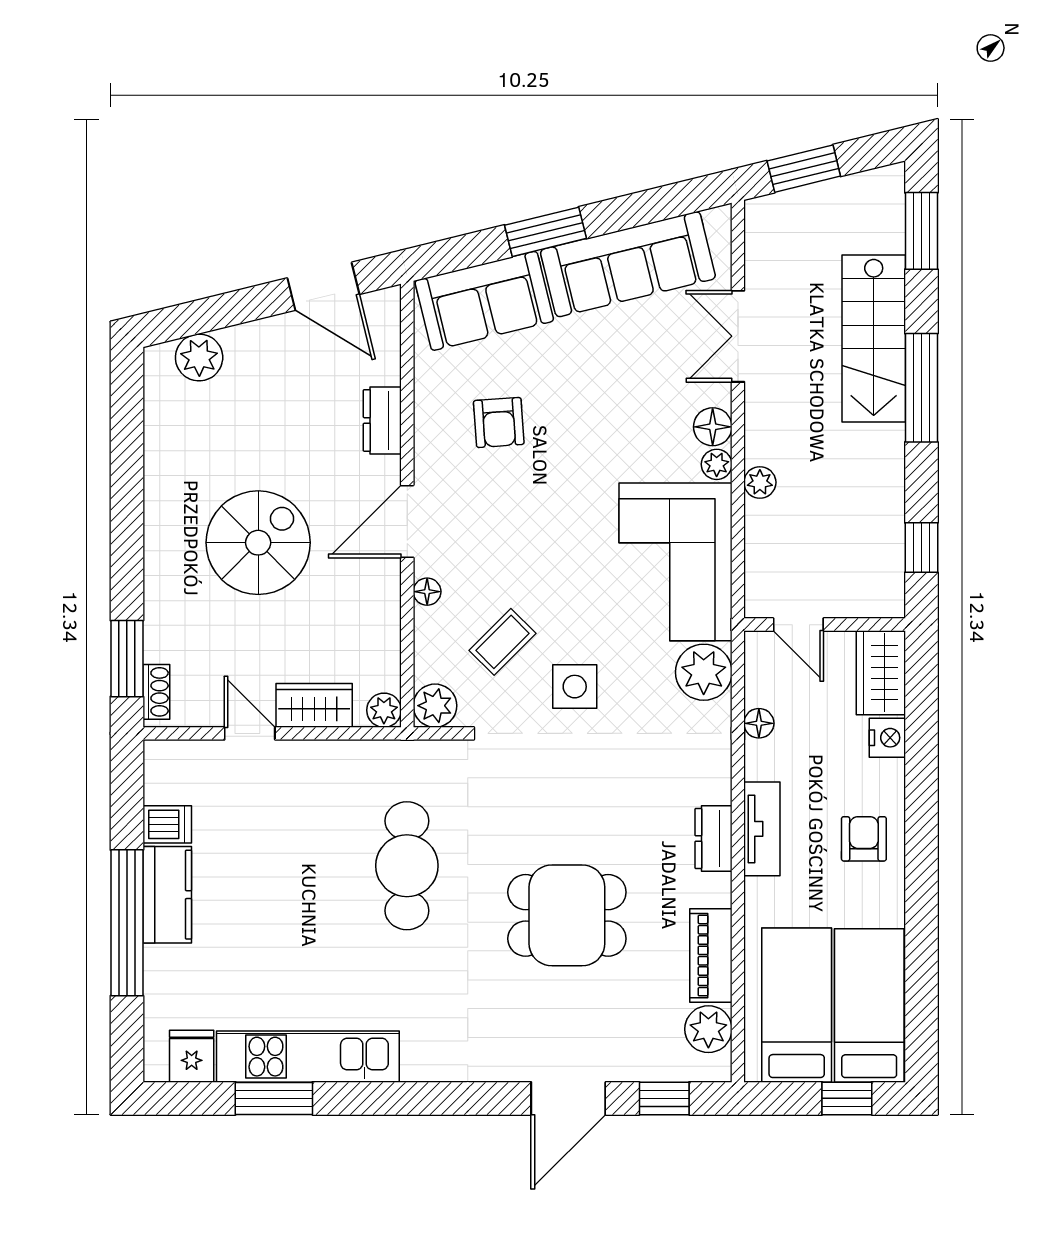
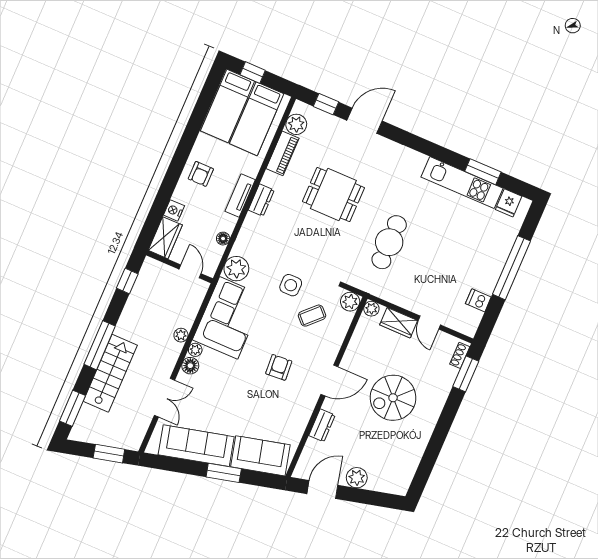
door: (323, 286) -> (322, 490), hinge flipped
plant: (199, 358) -> (357, 478), moved
armchair: (499, 422) -> (279, 367), moved
floor lamp: (427, 592) -> (334, 349), removed
kitchen counter: (167, 895) -> (490, 272), removed

